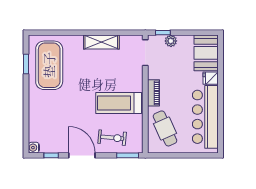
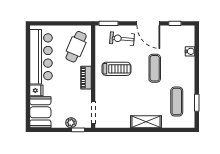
shelving: (101, 42) -> (146, 122), moved
exercise mat: (49, 65) -> (177, 102), width x0.50, depth x0.69
treadmill: (119, 103) -> (116, 69), width x0.73, depth x0.73
exercise mat: (75, 104) -> (155, 68), added
cafe table: (165, 128) -> (76, 47), turned 47
water cooler: (34, 148) -> (190, 51), moved

